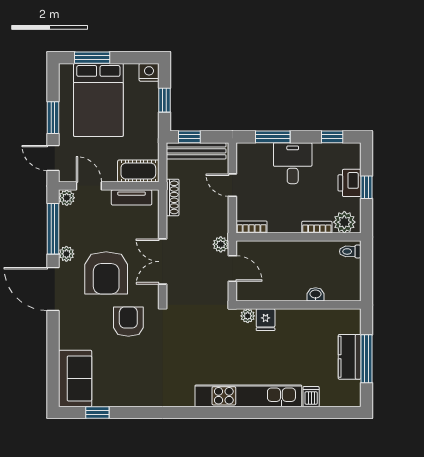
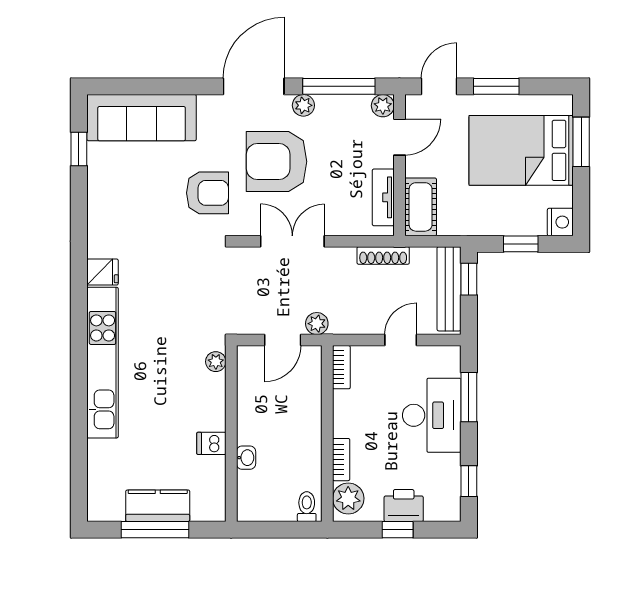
desk: (293, 163) -> (432, 415), width x1.37
fridge: (266, 320) -> (103, 272), moved, turned 180
sofa: (75, 378) -> (142, 118), width x1.36
dishwasher: (311, 397) -> (211, 443), moved, turned 180

